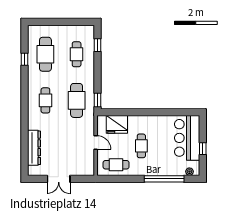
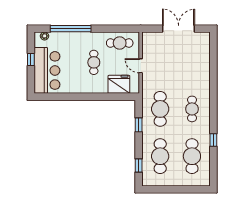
cafe table: (77, 54) -> (160, 156), width x1.37, depth x1.35
window: (25, 59) -> (213, 140), moved
window: (97, 100) -> (139, 125), moved
dresser: (34, 148) -> (204, 60), removed
double door: (59, 179) -> (179, 29), width x1.37

